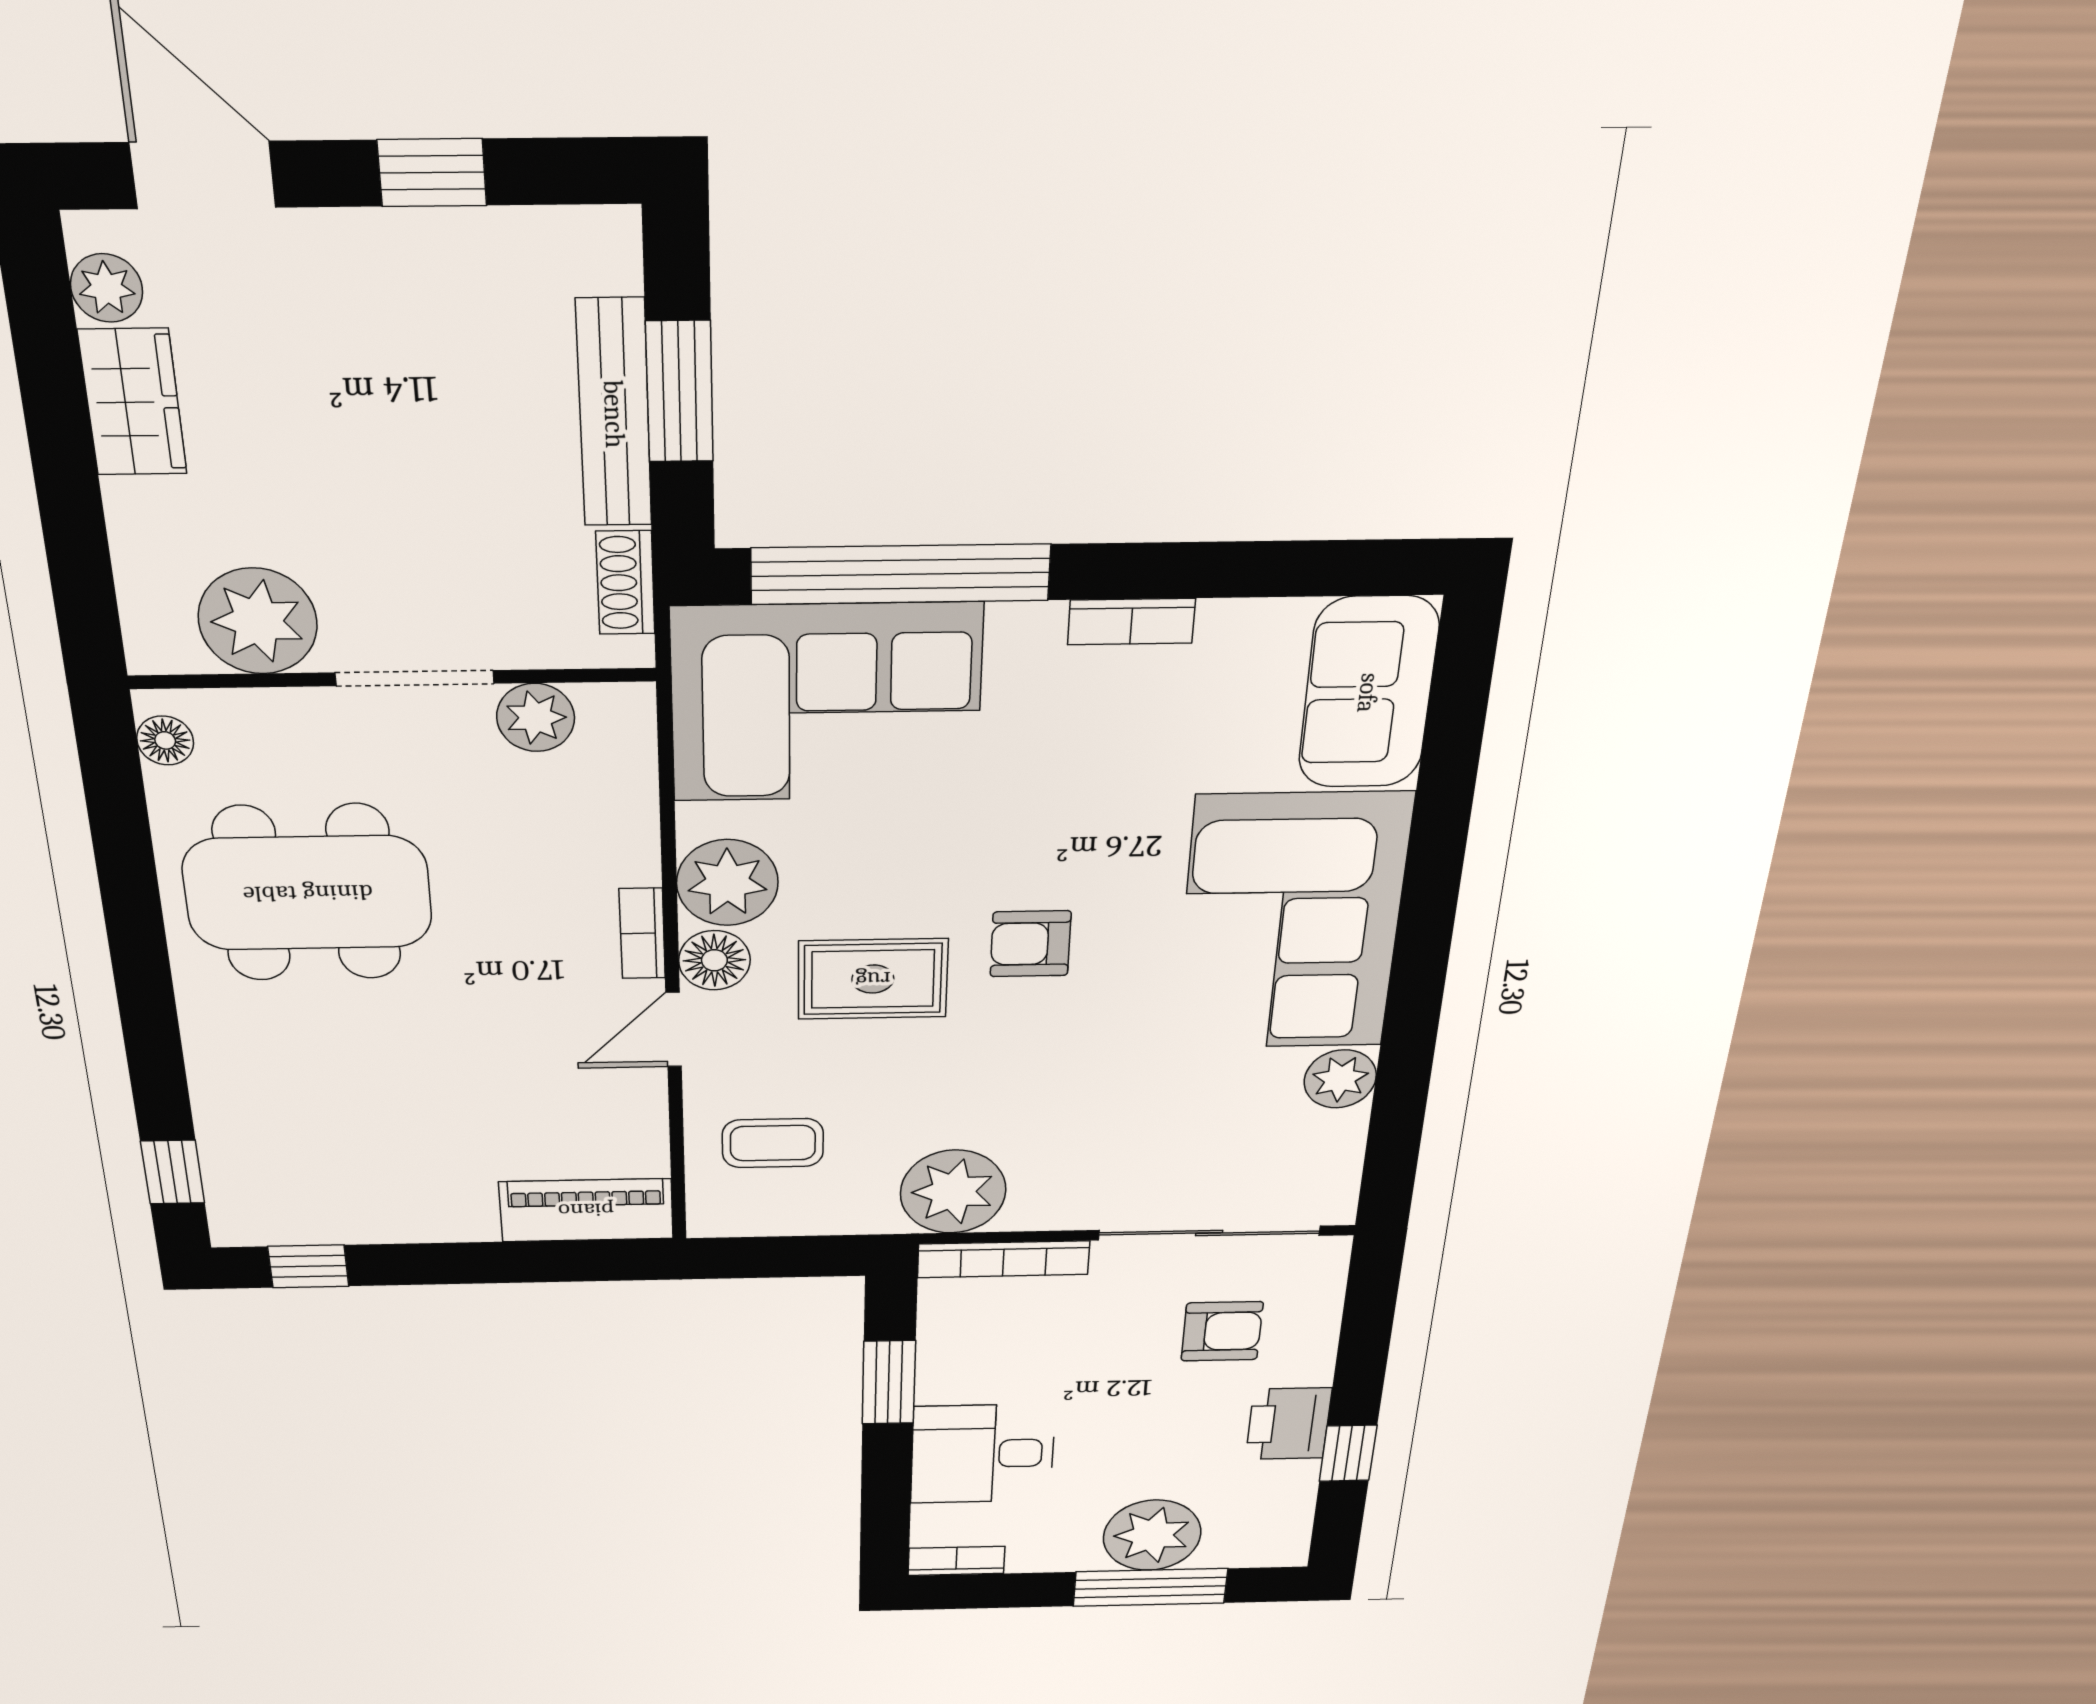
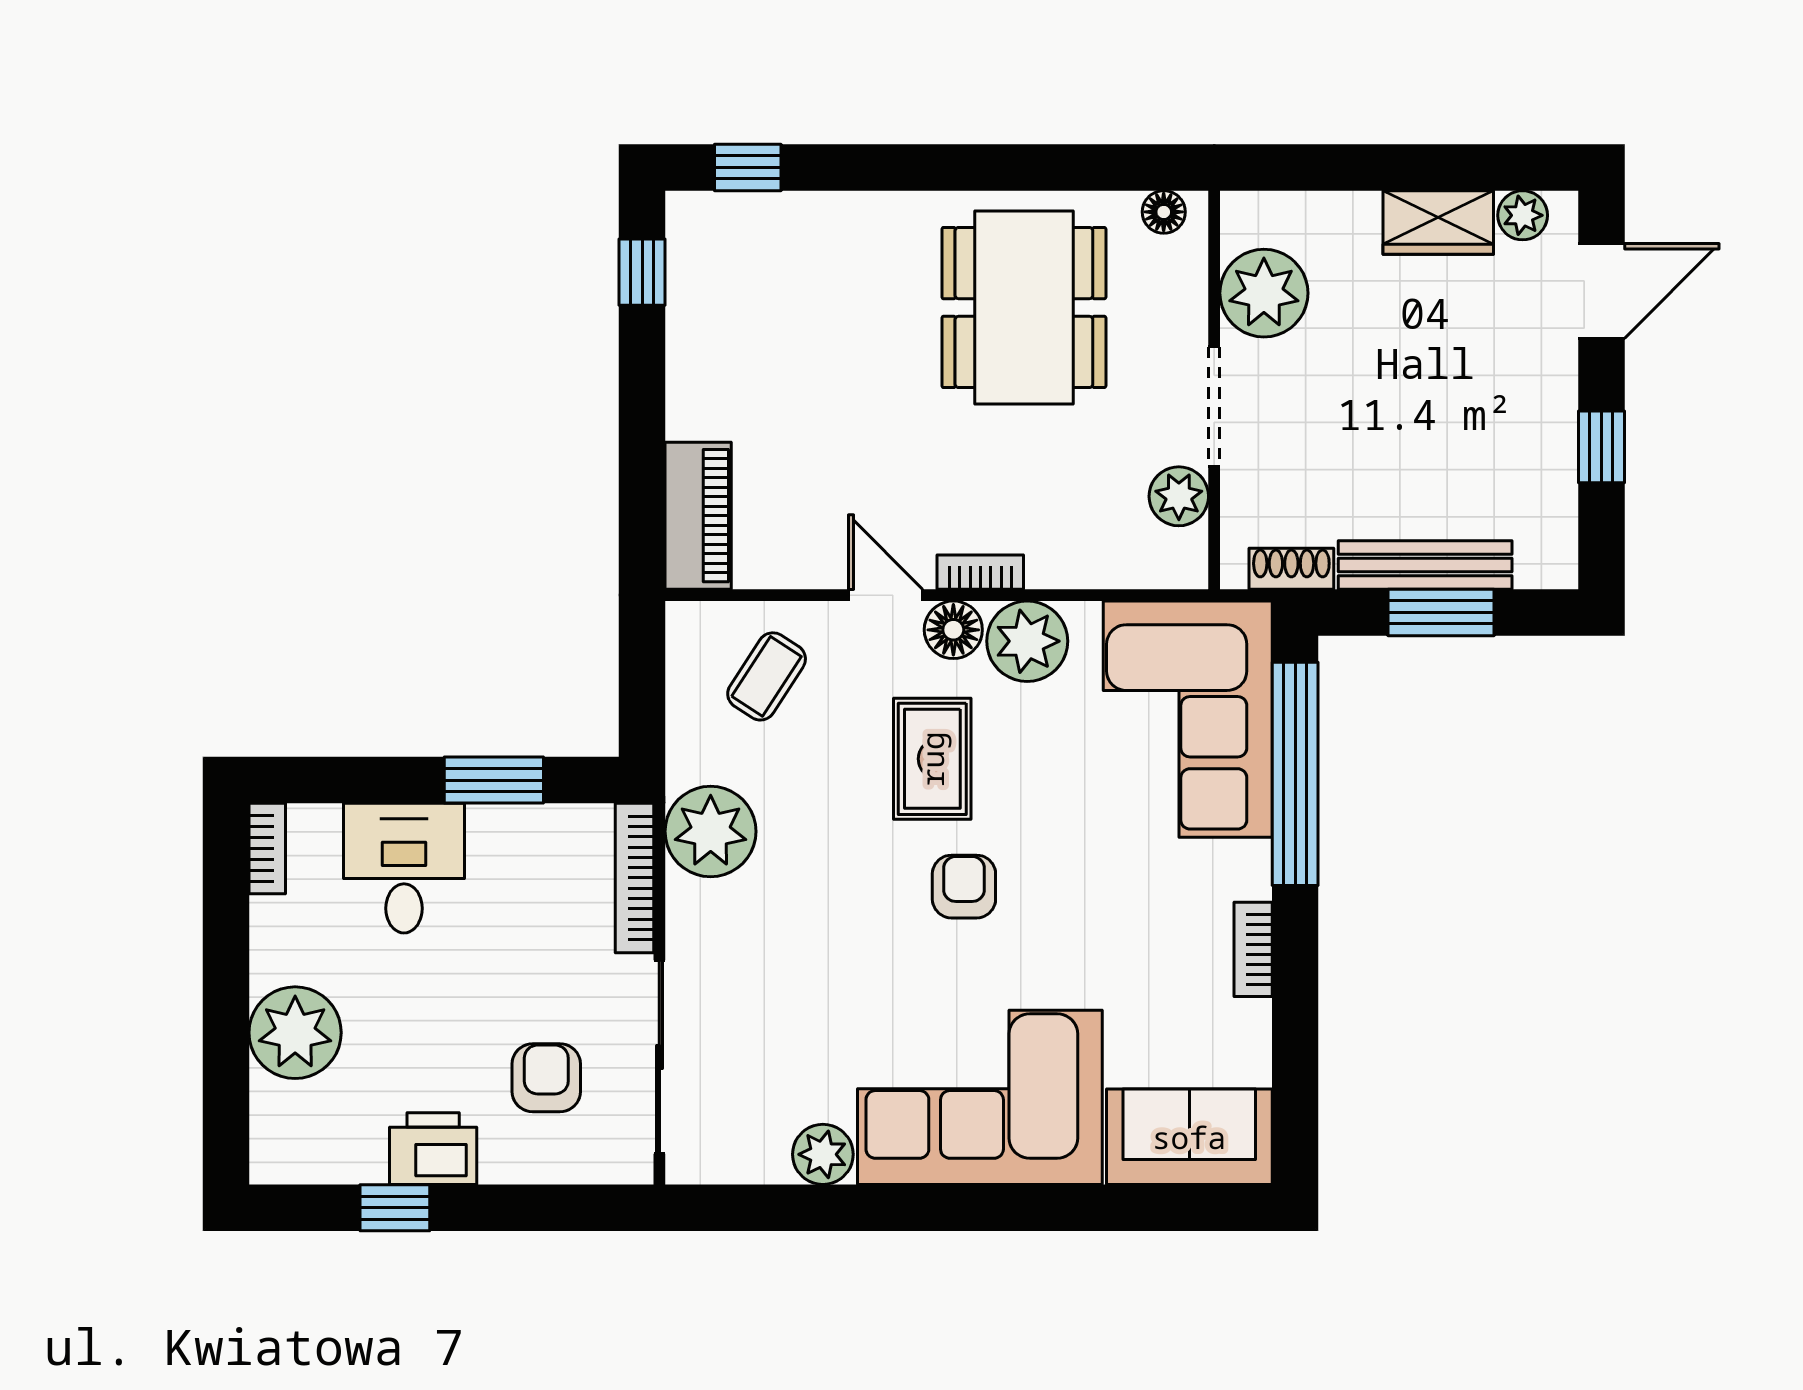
coffee table: (773, 1143) -> (767, 676), turned 33
armchair: (1222, 1331) -> (546, 1078), turned 180
window: (1150, 1587) -> (226, 1036), removed

